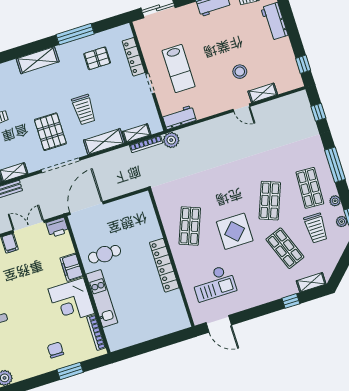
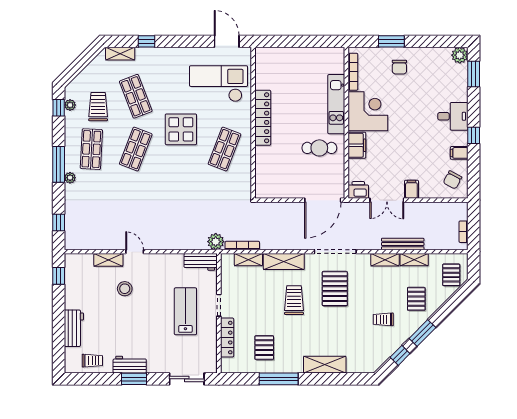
pallet: (97, 58) -> (264, 348), turned 90
plant: (335, 201) -> (70, 178), moved
checkout: (214, 283) -> (219, 84), width x1.36, depth x1.21

